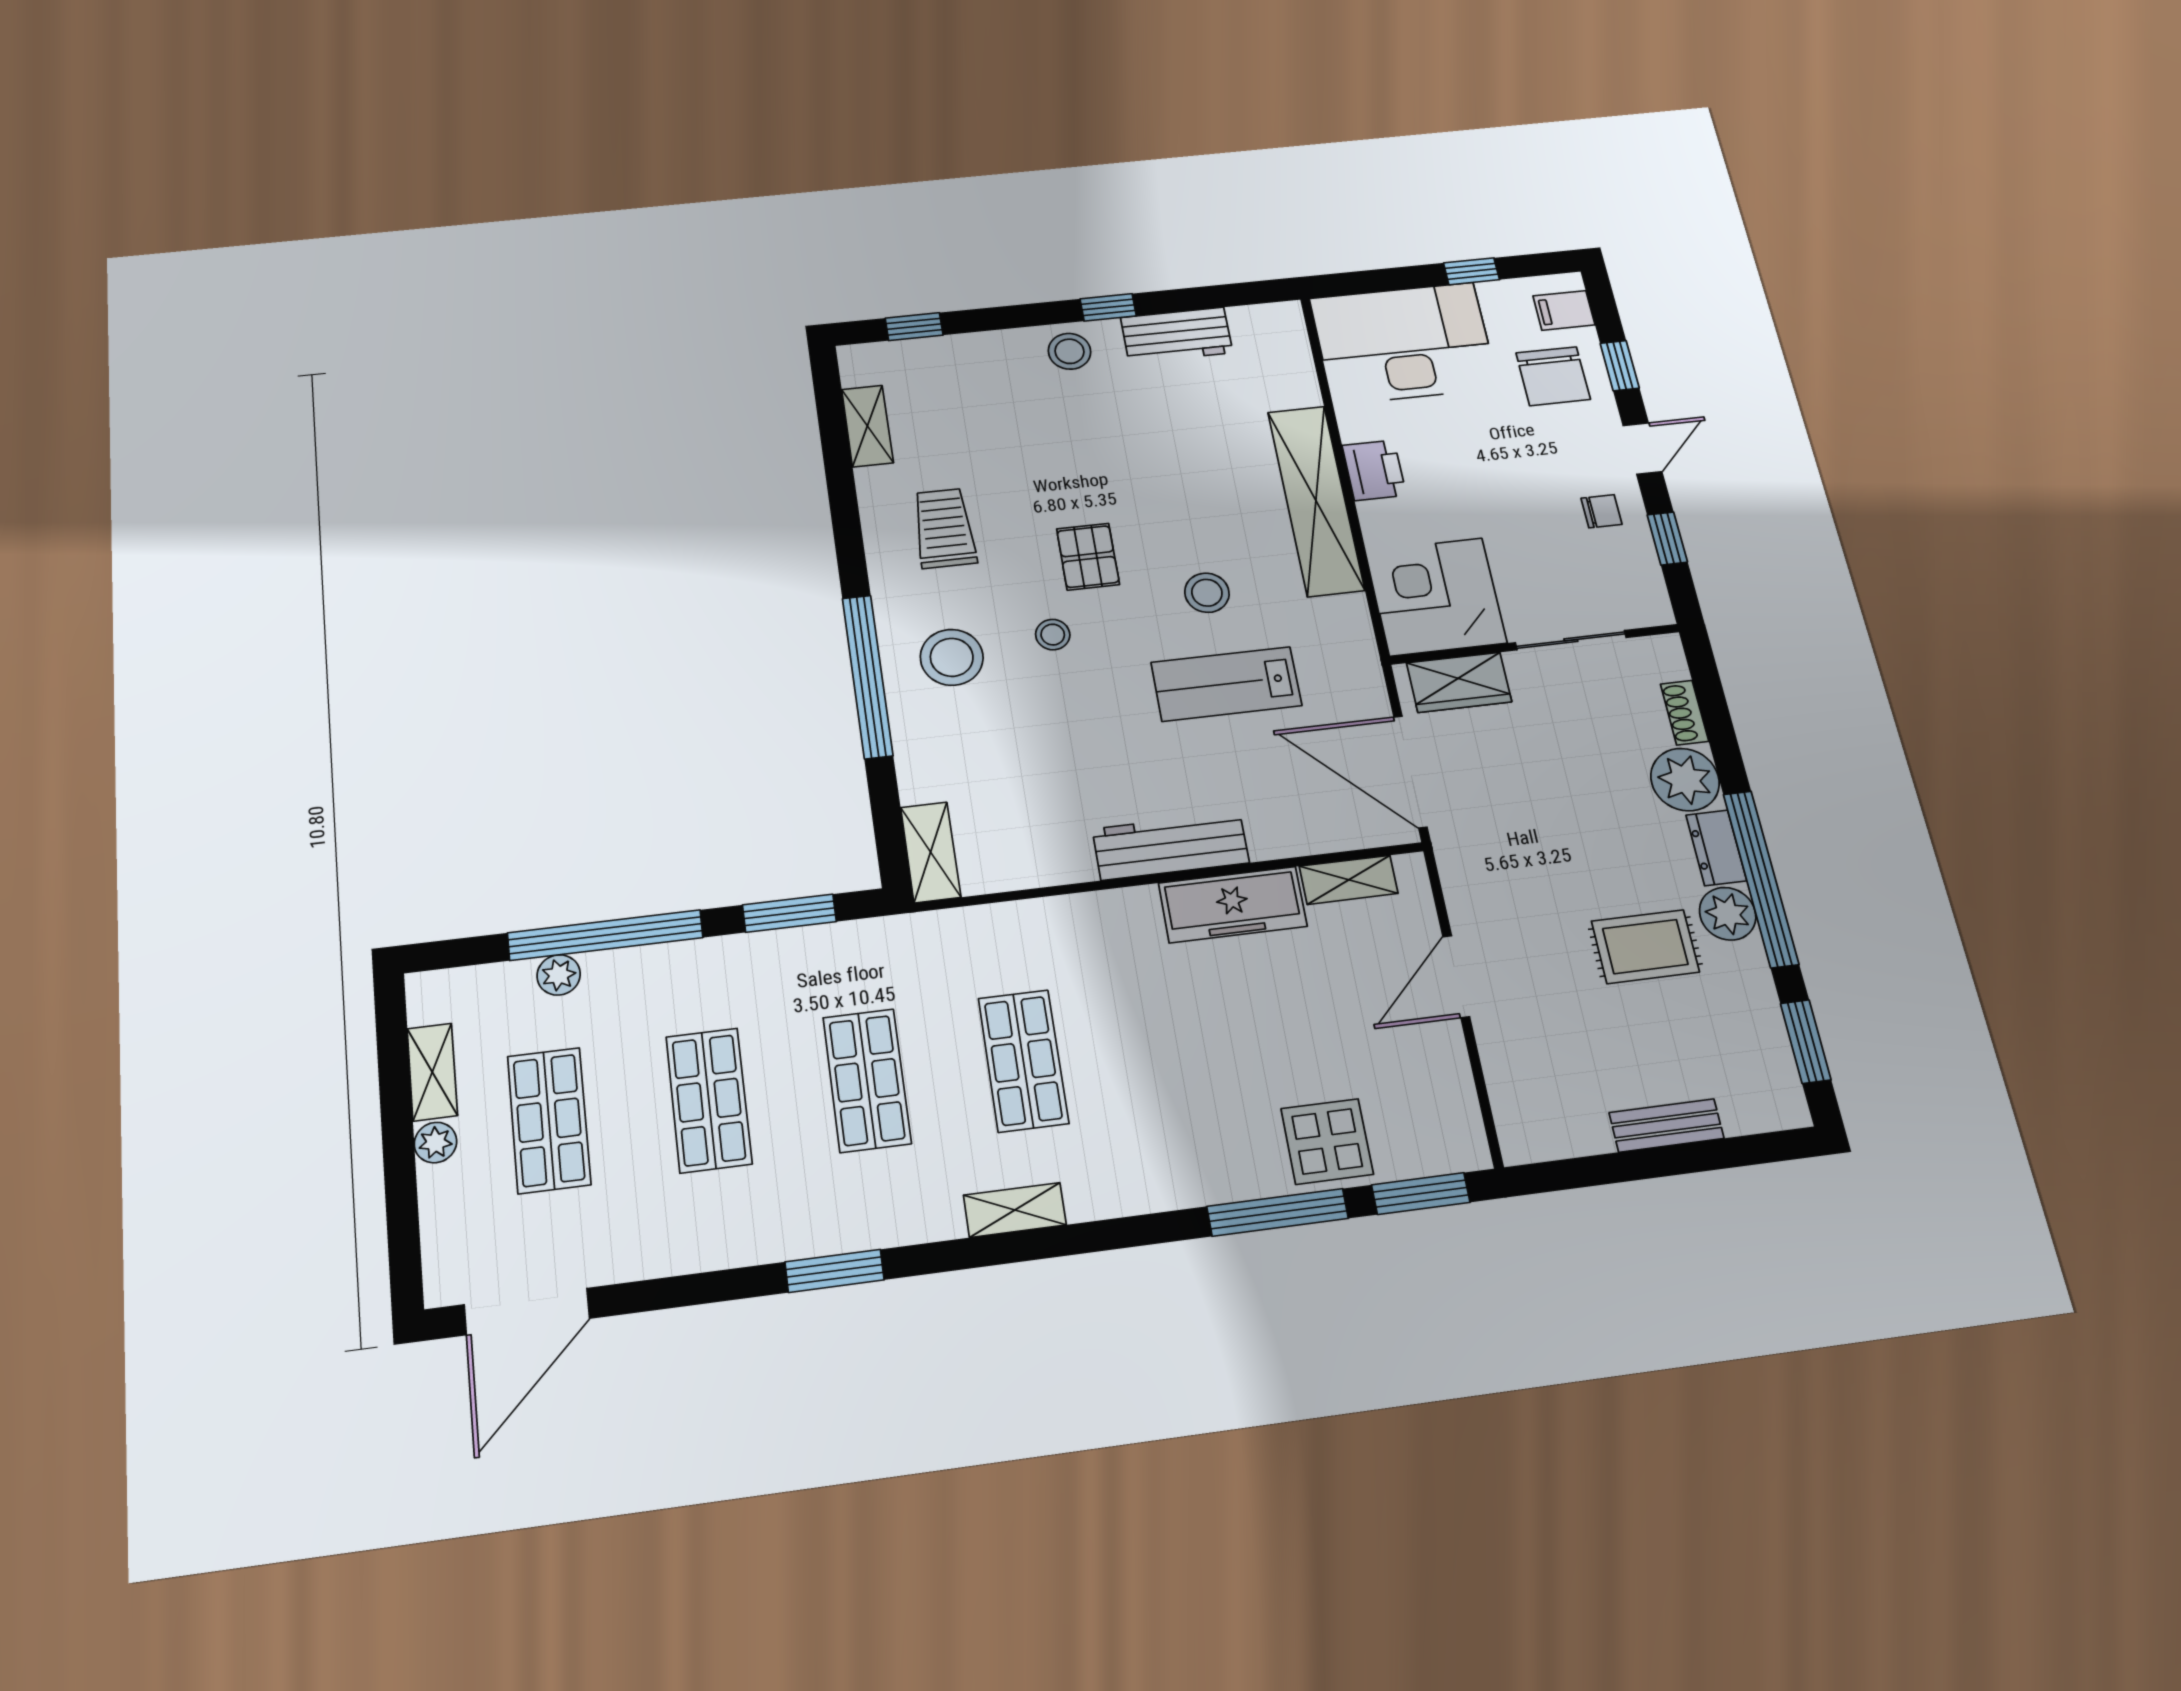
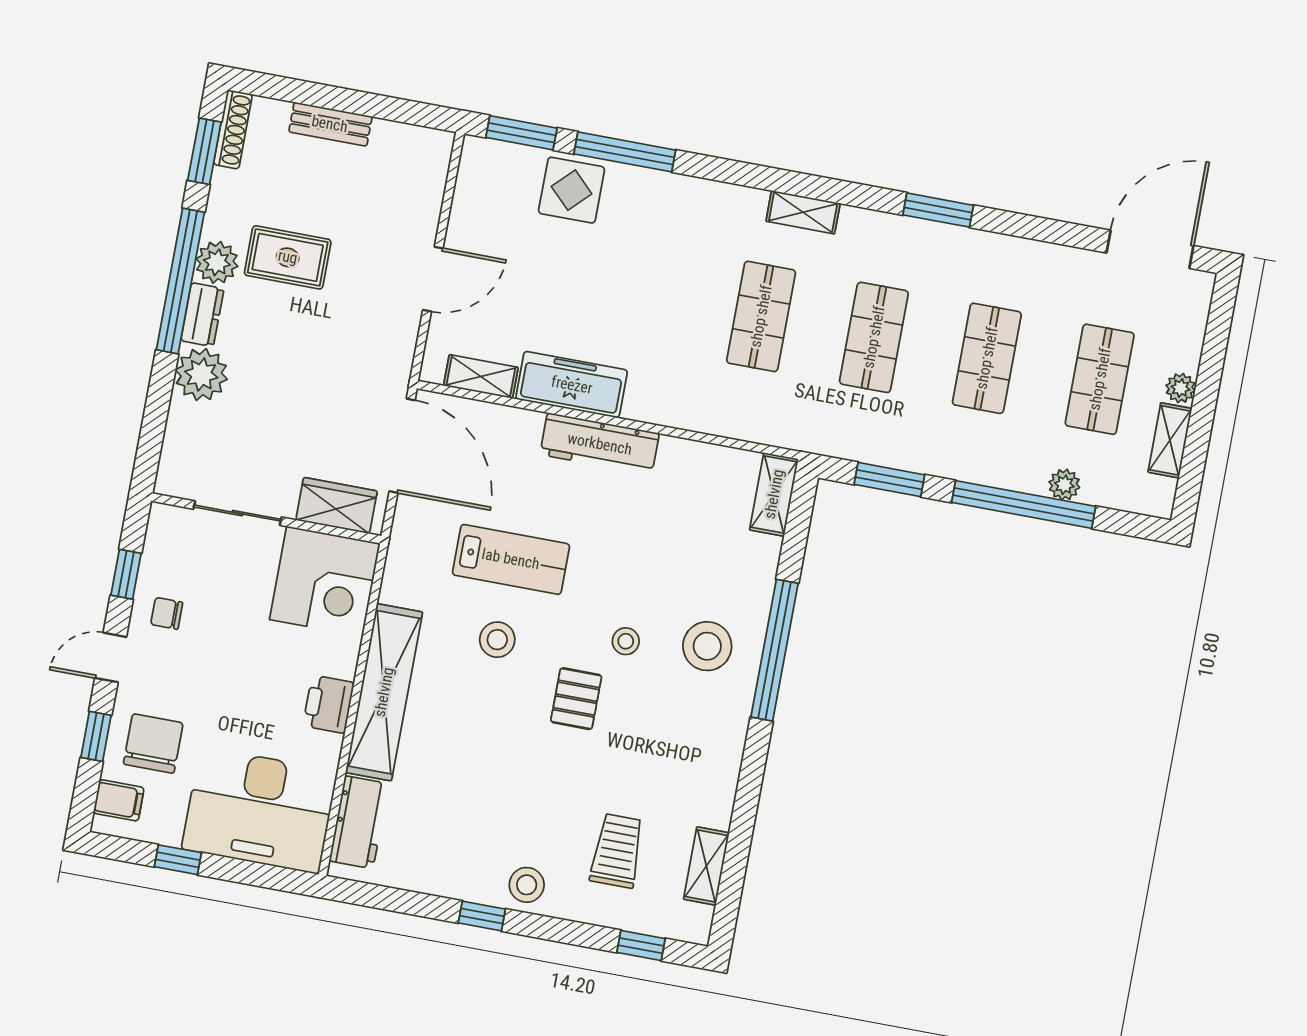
workbench: (1177, 335) -> (359, 822), moved, turned 90
trolley: (944, 528) -> (617, 851), moved, turned 180
shoe rack: (1684, 713) -> (233, 129), moved, width x1.43

